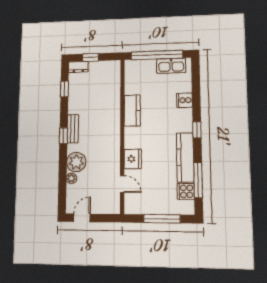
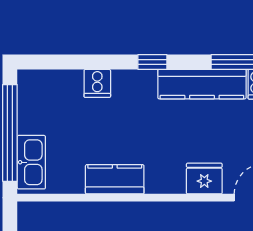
kitchen sink: (171, 66) -> (31, 162), moved

